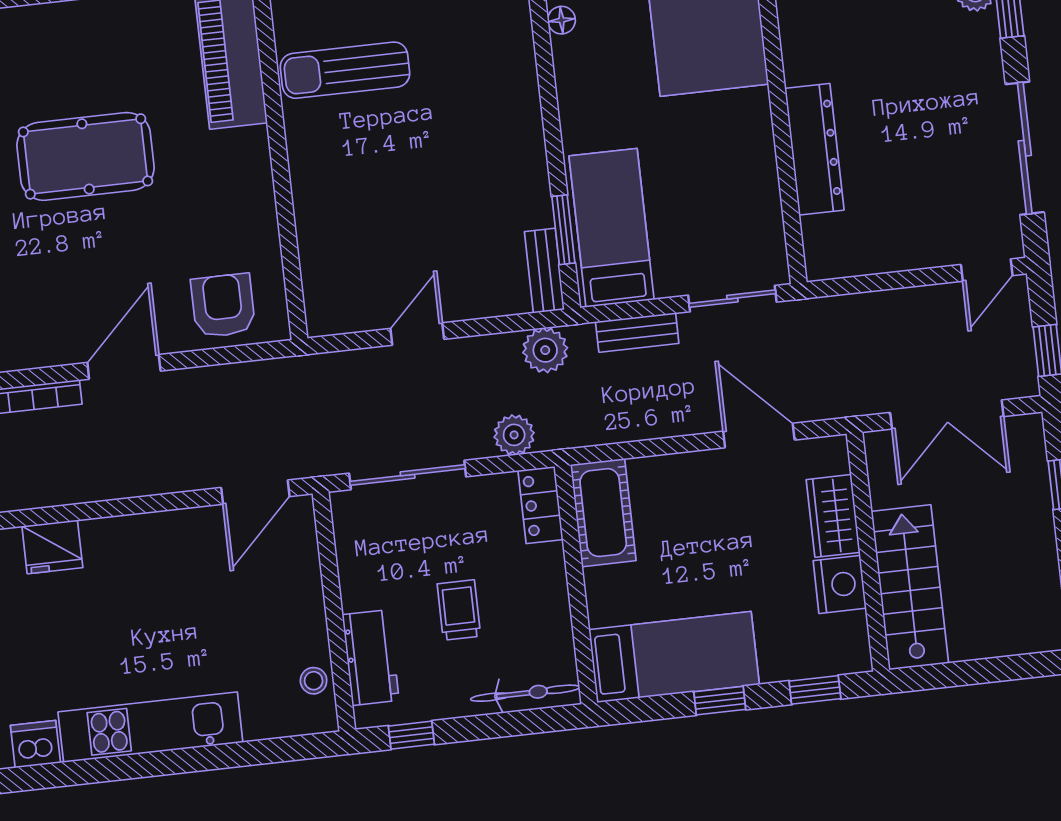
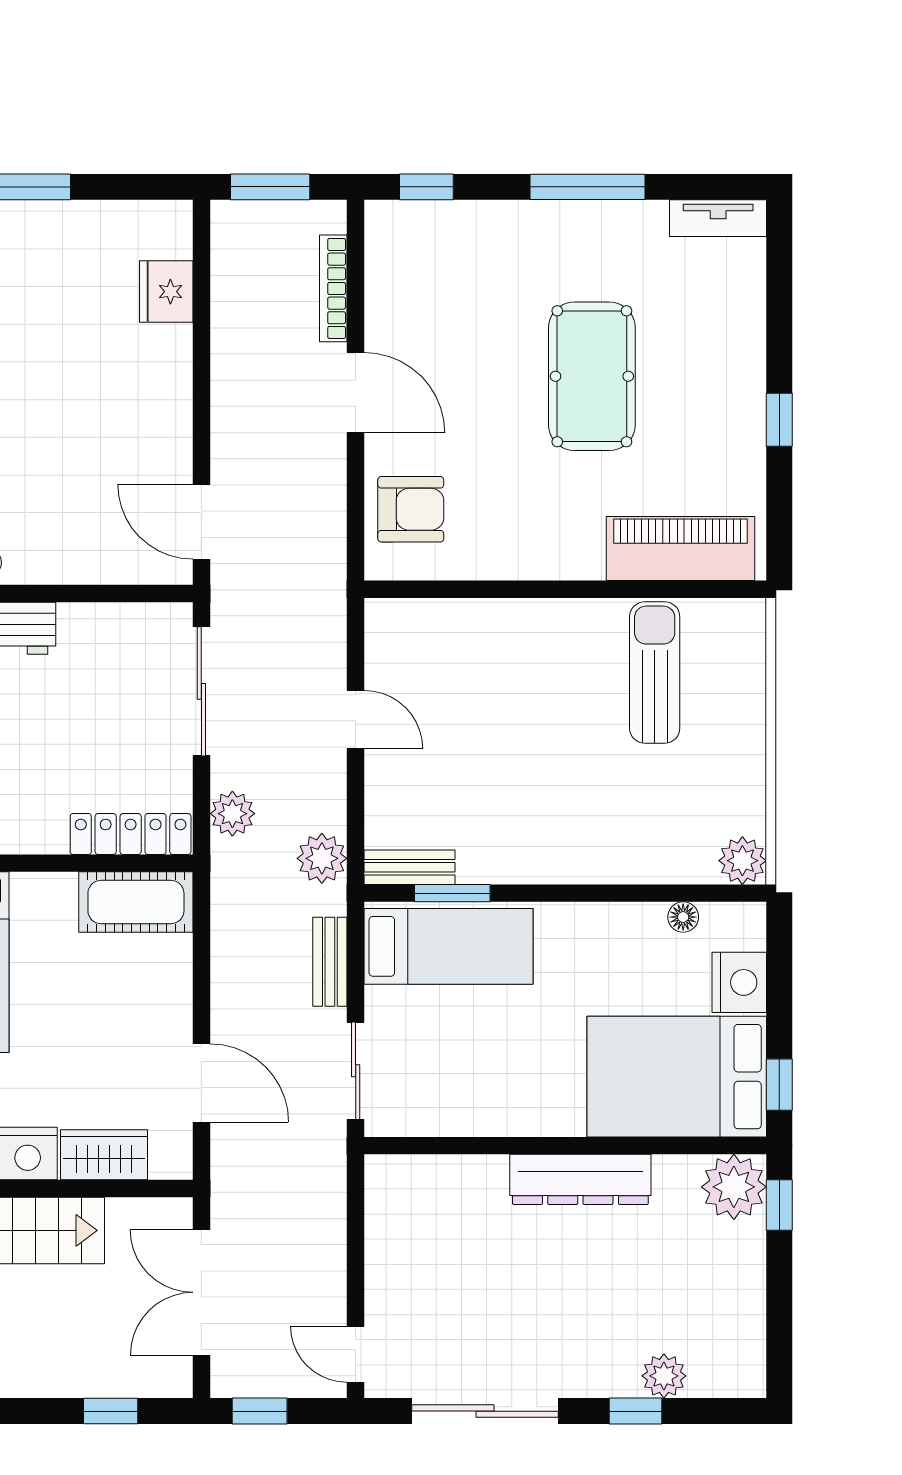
dresser: (814, 149) -> (580, 1179), moved
door: (759, 436) -> (201, 1083), hinge flipped
locker: (540, 505) -> (131, 834), width x1.53
trolley: (459, 610) -> (47, 731), removed

